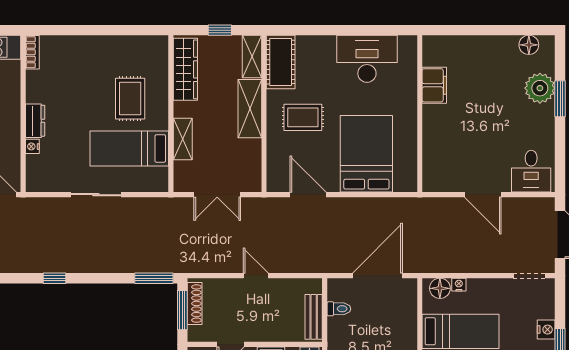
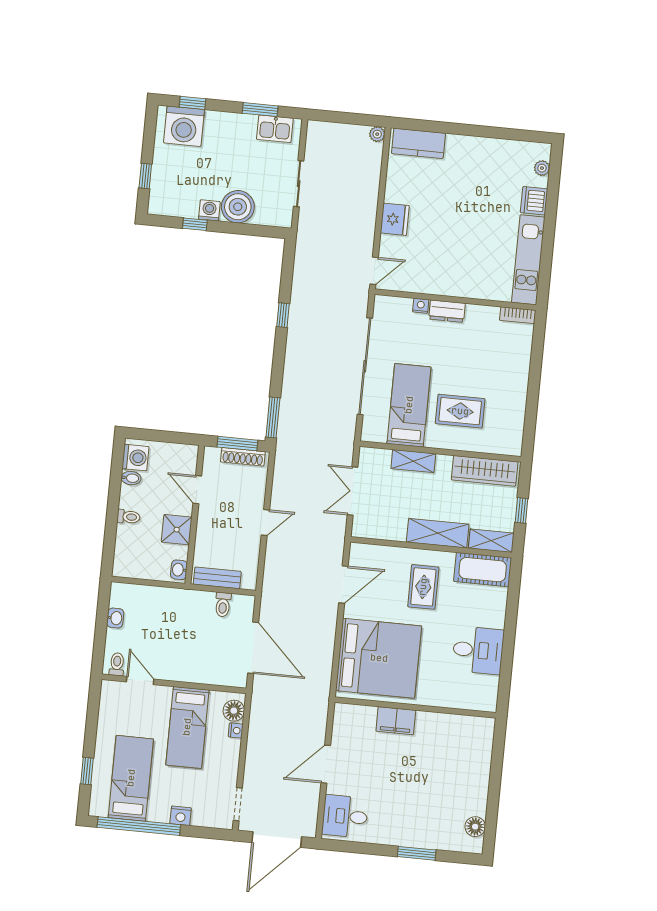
desk: (367, 59) -> (478, 650), width x0.73
filing cabinet: (434, 85) -> (396, 721), moved
plant: (540, 88) -> (429, 834), removed
bed: (366, 154) -> (379, 658), width x1.36
sliding door: (96, 195) -> (365, 366), width x1.86

